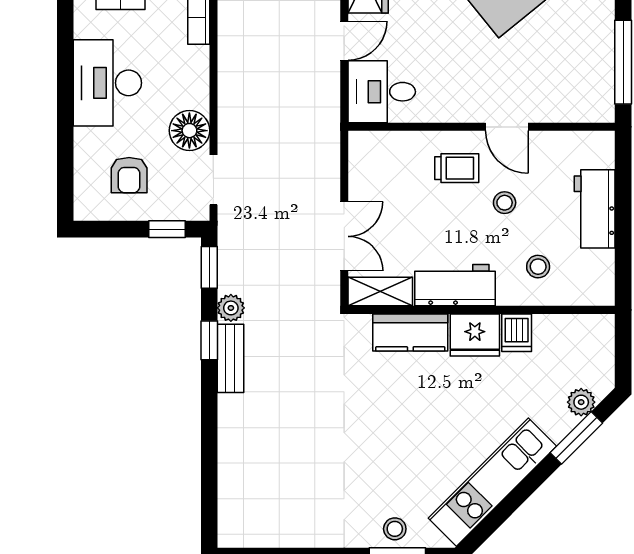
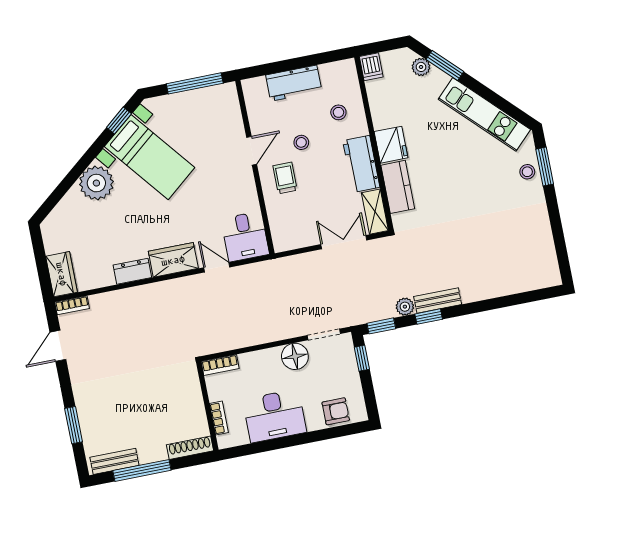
armchair: (129, 175) -> (336, 411), moved
dishwasher: (517, 333) -> (371, 67), moved, turned 90

